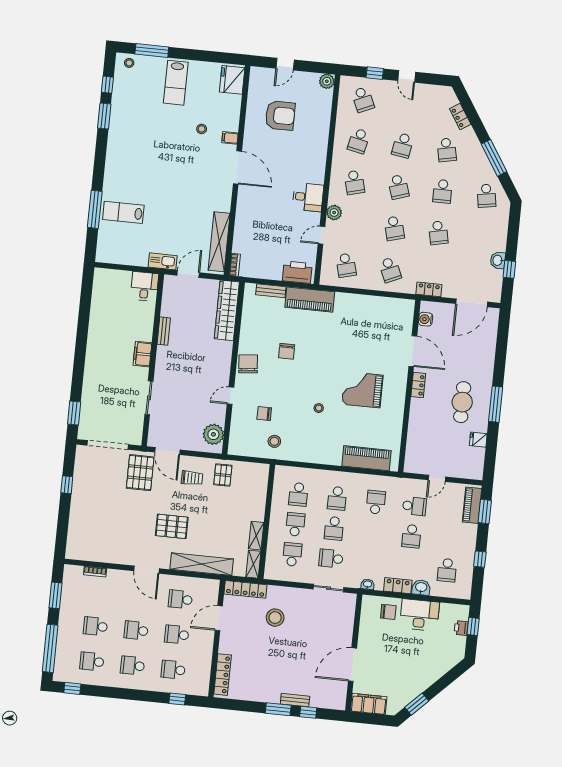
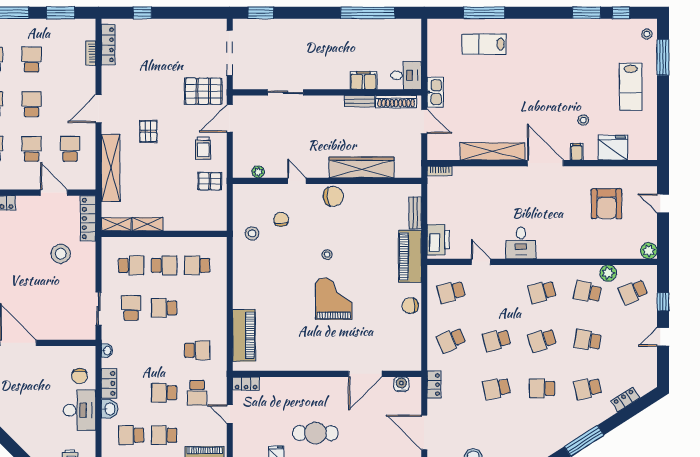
fridge: (232, 80) -> (613, 148), moved
lab bench: (176, 83) -> (631, 87), turned -90
door: (237, 167) -> (545, 163), swing flipped
school desk: (486, 196) -> (542, 437), removed
lab bench: (123, 212) -> (484, 44), turned -90
plant: (334, 213) -> (608, 273), moved
shelving: (219, 242) -> (493, 151), moved
shoe rack: (167, 298) -> (396, 102), added
wardrobe: (227, 310) -> (361, 167), moved
window: (84, 315) -> (368, 13), added
chair: (287, 351) -> (410, 306), moved
filing cabinet: (142, 354) -> (363, 81), moved
locker: (418, 385) -> (246, 384), moved
grand piano: (362, 390) -> (334, 299), moved
stool: (319, 408) -> (327, 255), moved
plant: (213, 434) -> (258, 172), width x0.53, depth x0.53
window: (67, 485) -> (142, 13), moved
school desk: (337, 498) -> (164, 435), moved
pallet: (172, 526) -> (148, 131), width x0.67, depth x0.71
locker: (89, 555) -> (108, 45), added

